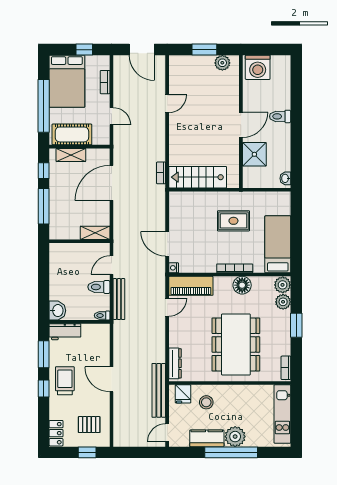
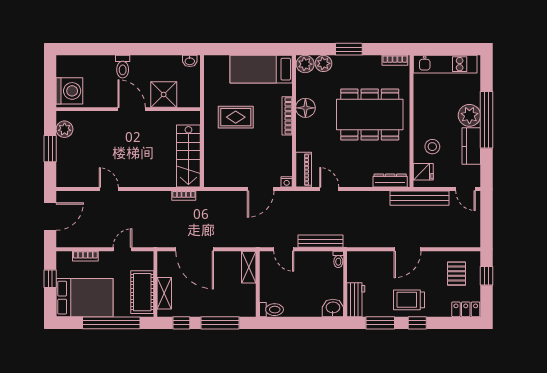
rug: (233, 221) -> (236, 117), turned 90
piano: (191, 286) -> (304, 170), width x0.73, depth x0.75
toilet: (99, 287) -> (271, 310), moved, turned -90

